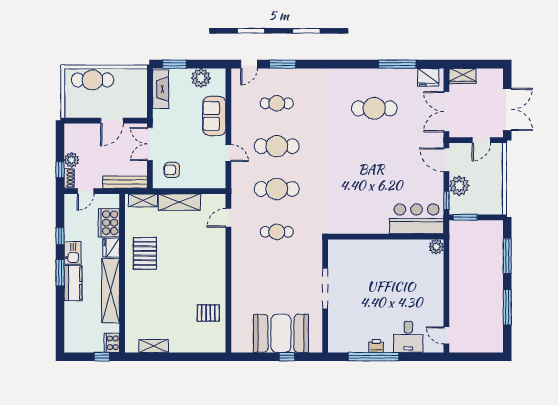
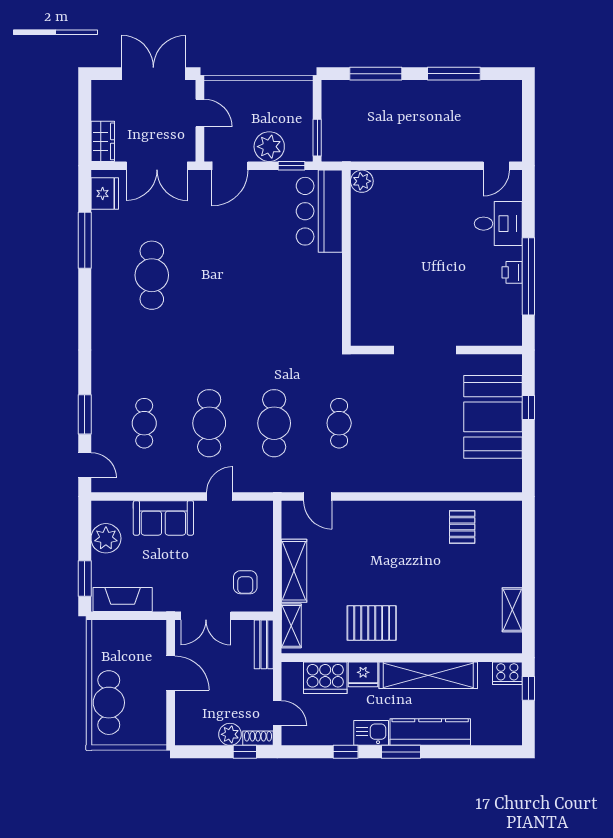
bench: (125, 182) -> (264, 644), width x0.73
kitchen counter: (73, 283) -> (430, 732), width x1.50

